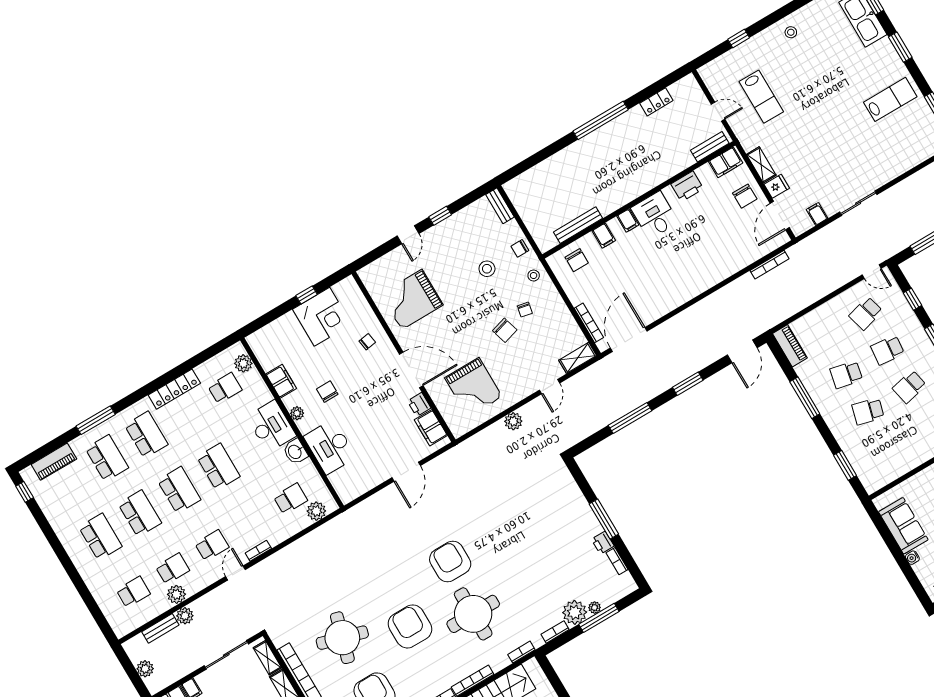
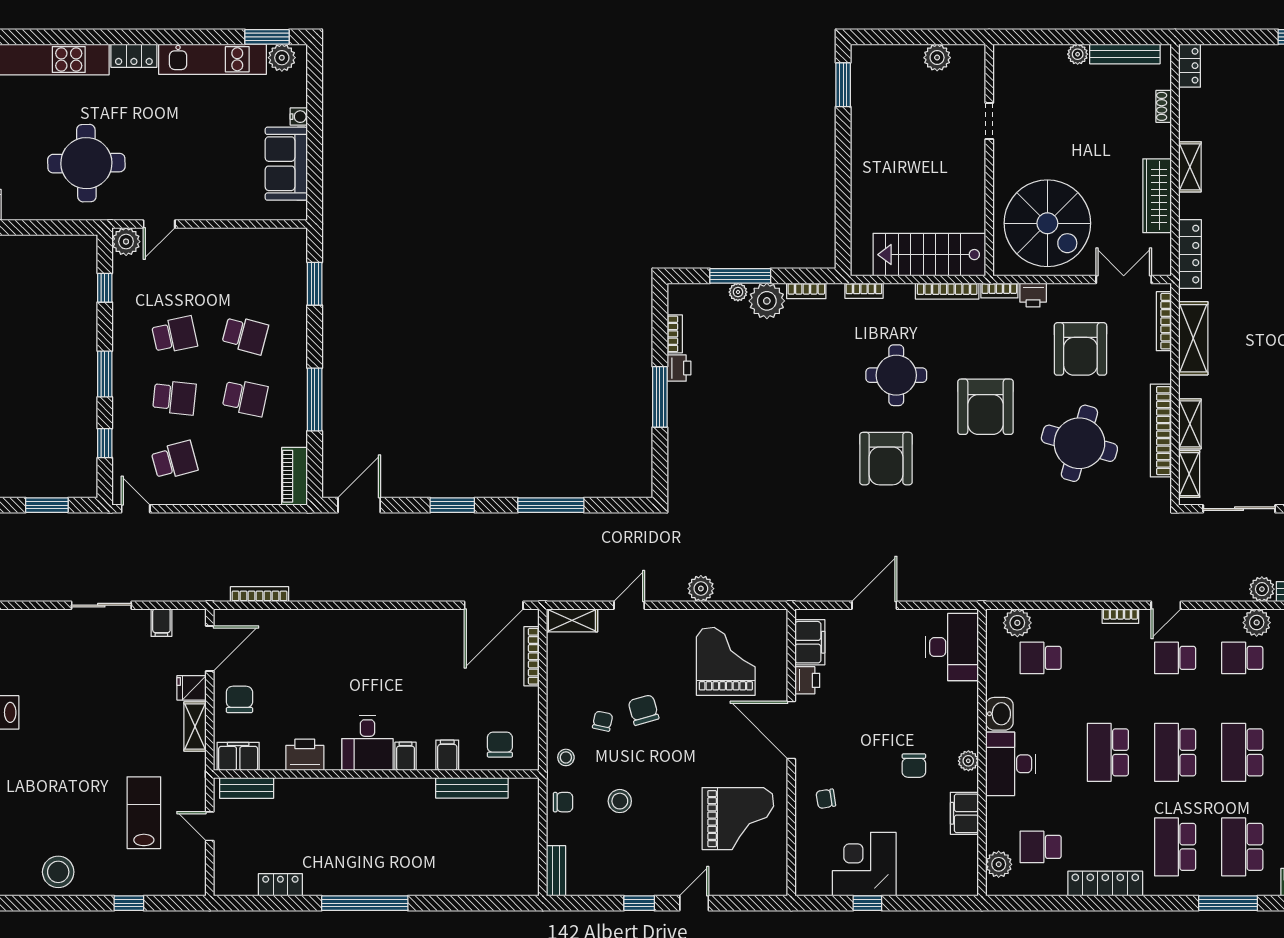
stool: (791, 32) -> (58, 872), width x1.89, depth x1.89
desk: (330, 447) -> (952, 647), moved
round table: (473, 614) -> (896, 375), width x0.73, depth x0.73

